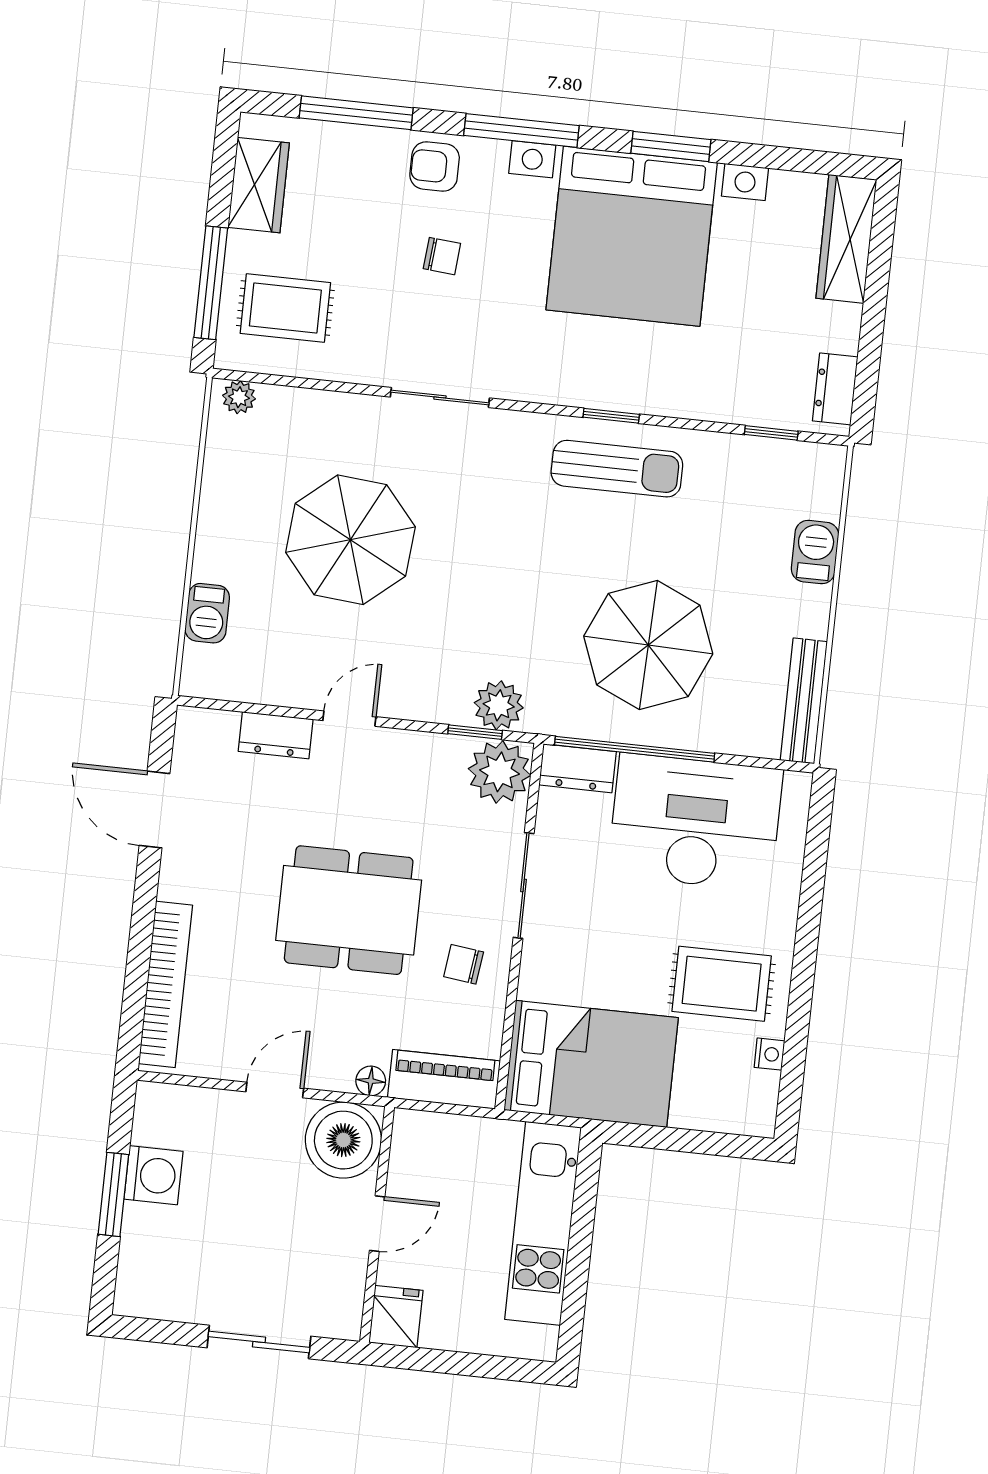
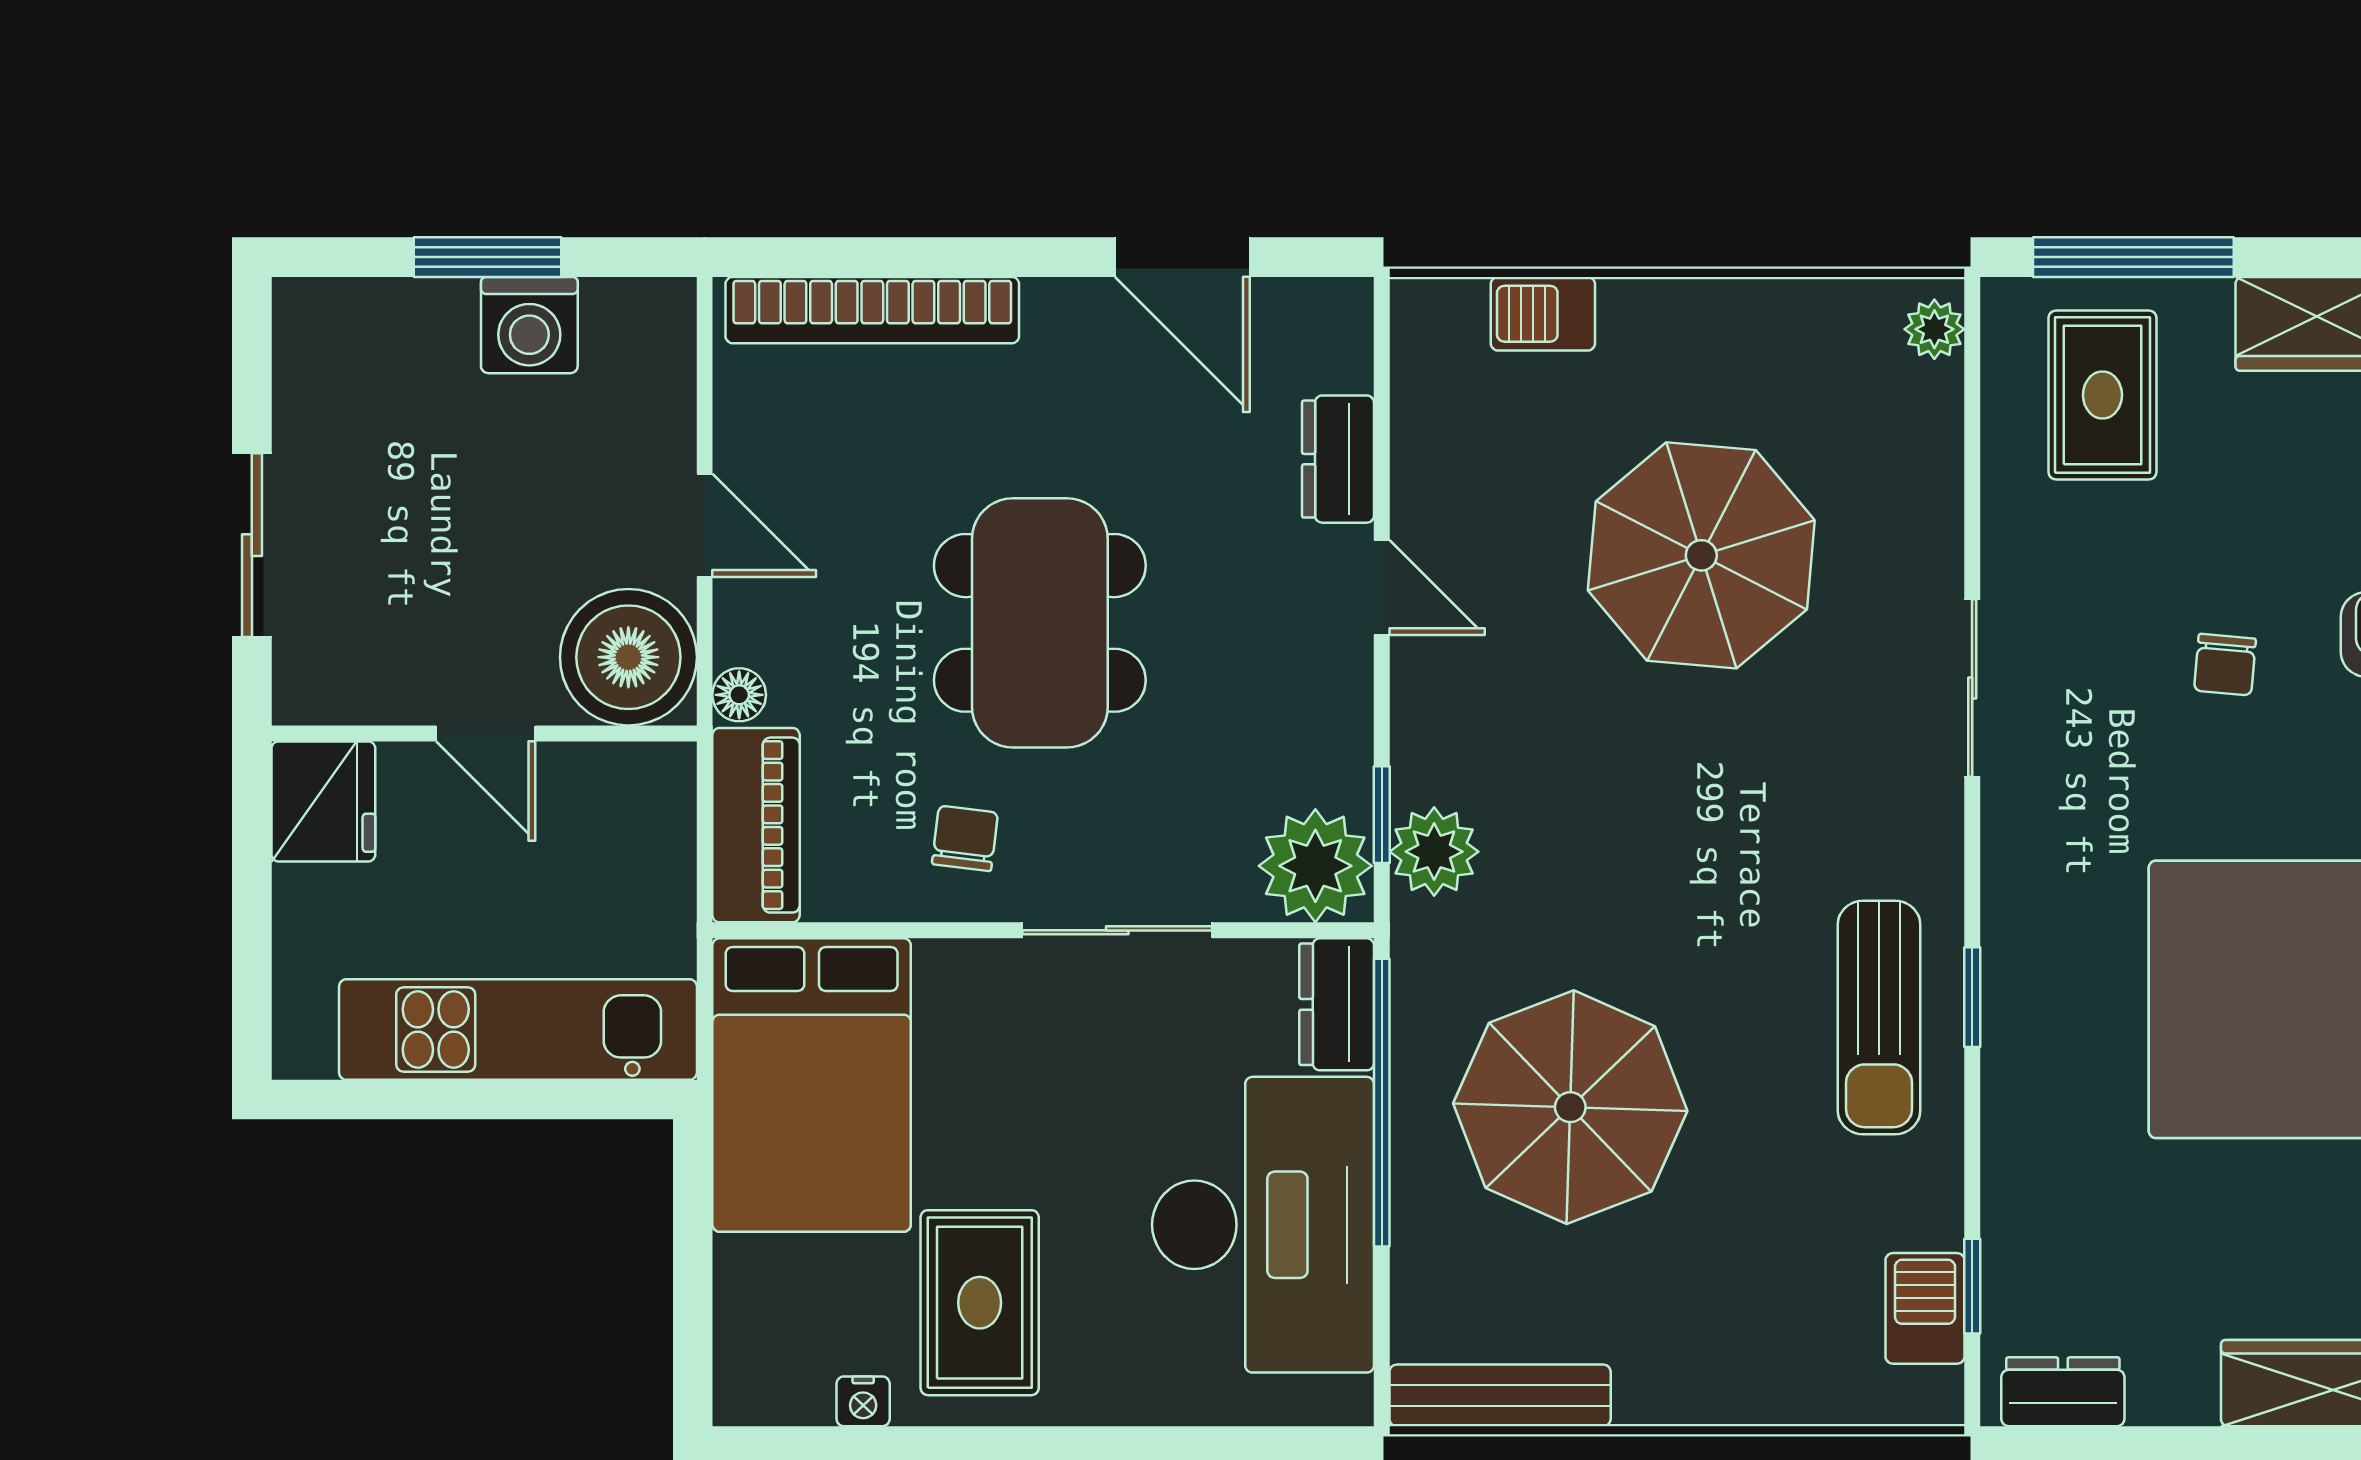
barbecue: (815, 552) -> (1925, 1308), moved, turned -90
door: (154, 810) -> (1182, 257), swing flipped
fridge: (396, 1317) -> (323, 801), width x1.38

